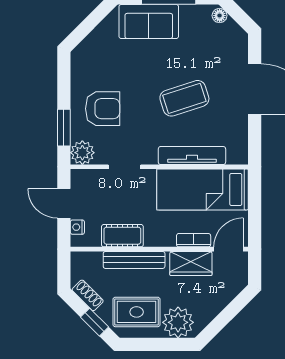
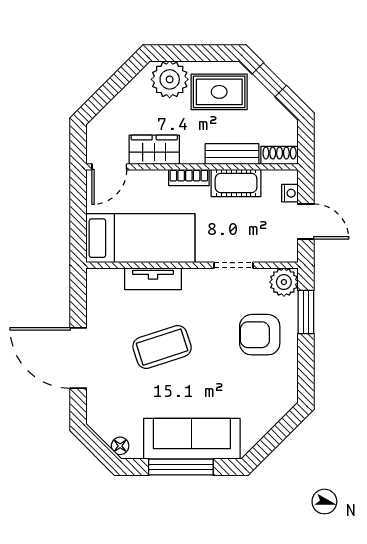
sofa: (149, 21) -> (192, 439), width x1.36
tv unit: (192, 156) -> (153, 279), width x0.71
bookcase: (194, 240) -> (189, 178), moved
bench: (134, 260) -> (232, 154), width x0.73
shoe rack: (88, 295) -> (280, 155), moved, turned 135

